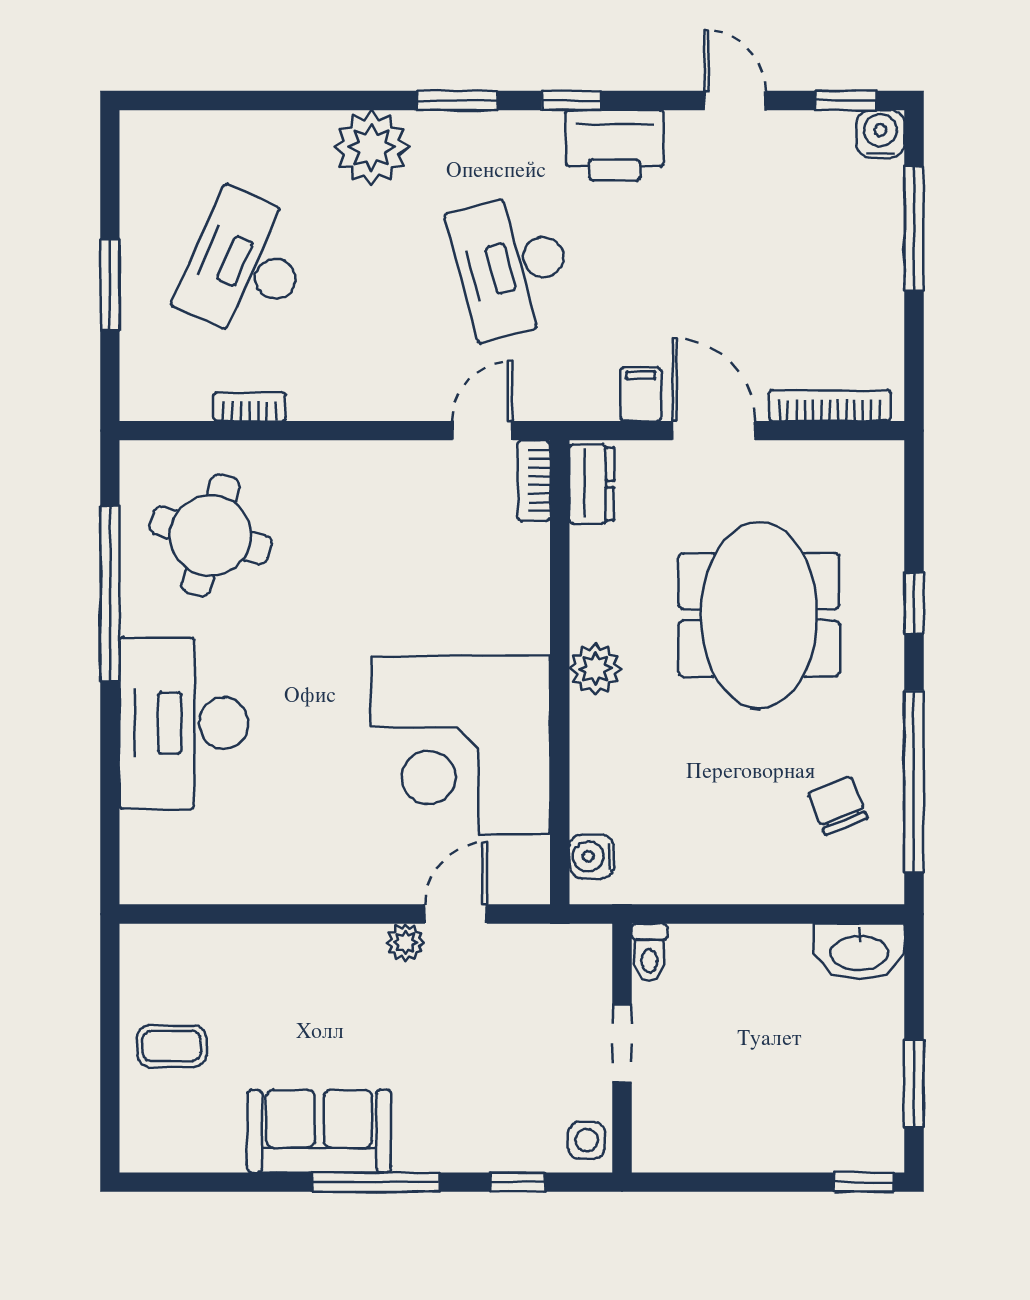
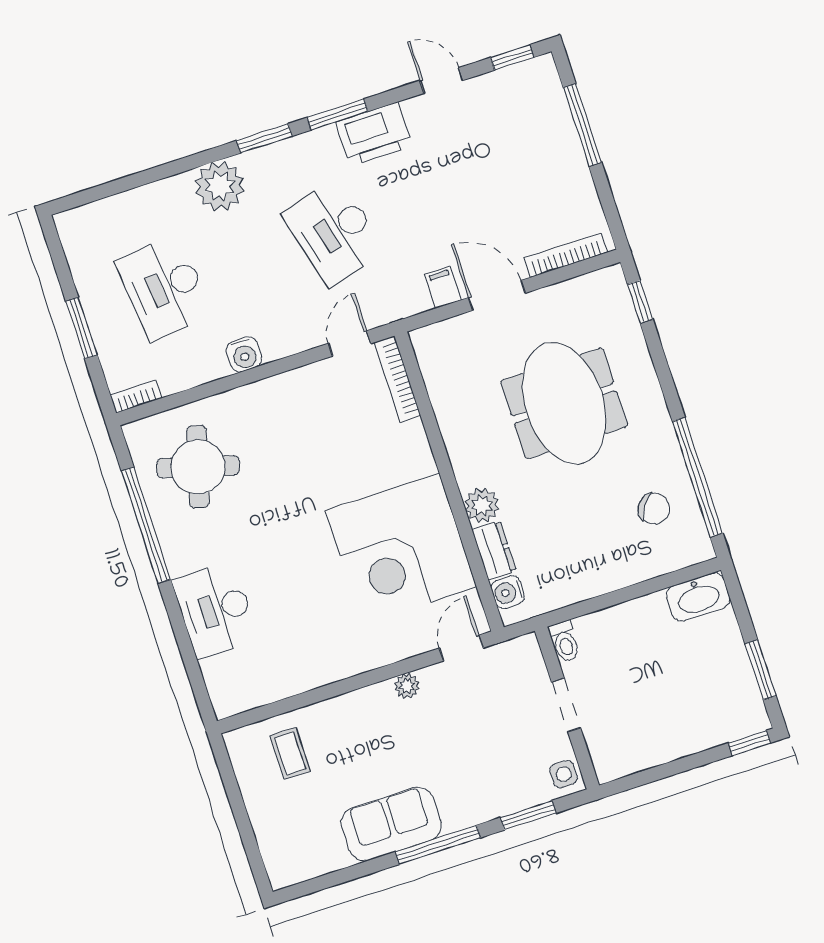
window: (572, 100) -> (337, 114), width x1.50
water cooler: (880, 134) -> (244, 354), moved, turned 180
desk: (245, 266) -> (164, 288), turned -30
bookcase: (250, 407) -> (136, 396), moved
bookcase: (534, 481) -> (397, 379), width x1.56
dresser: (592, 484) -> (494, 550), moved
window: (914, 603) -> (640, 302), moved
plant: (595, 669) -> (482, 505), moved
desk: (184, 723) -> (215, 610), width x0.73, depth x0.77
chair: (838, 806) -> (654, 509), turned 147
door: (456, 914) -> (461, 648), moved
coffee table: (172, 1046) -> (290, 754), moved, turned 90
window: (517, 1182) -> (528, 815), width x1.50

